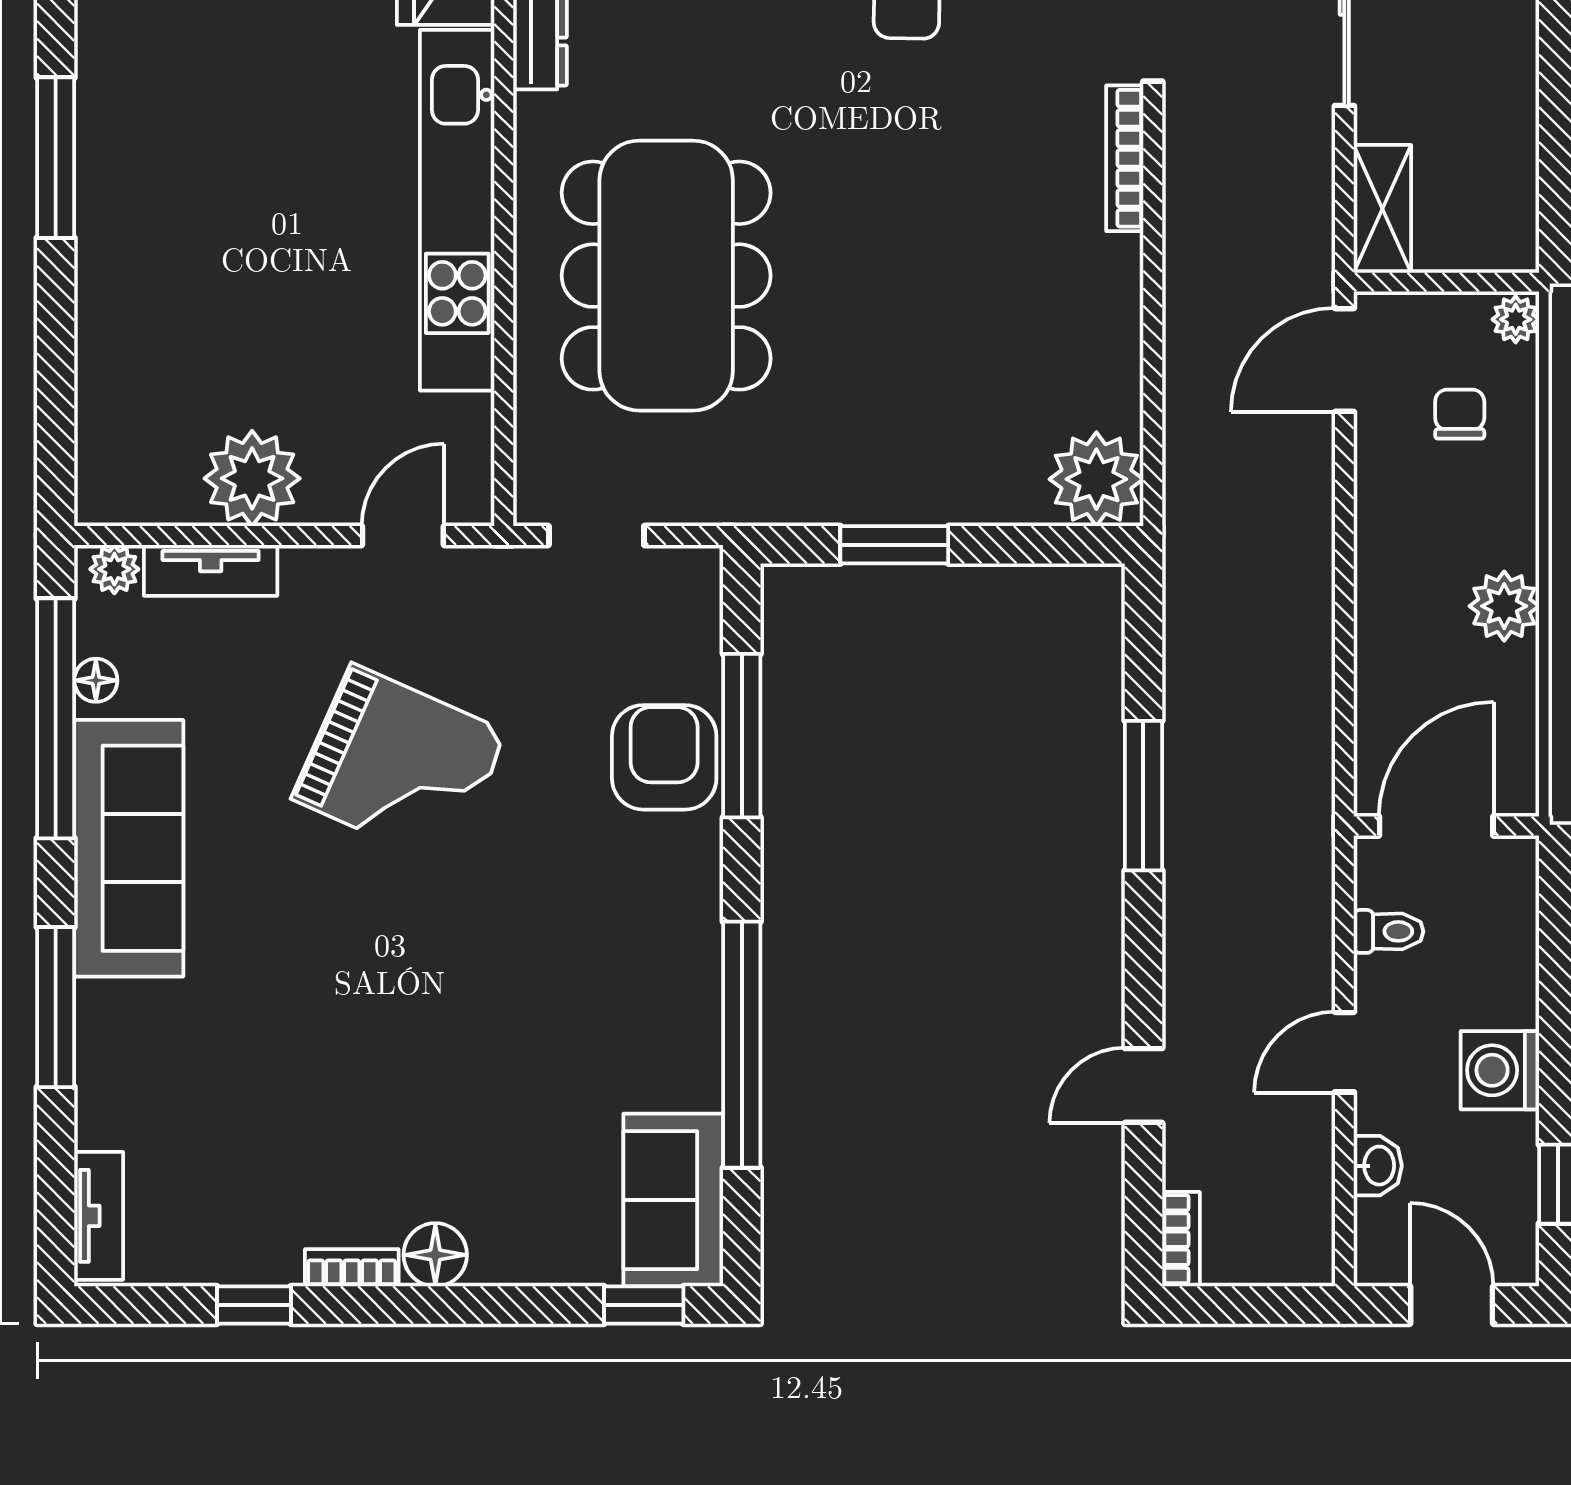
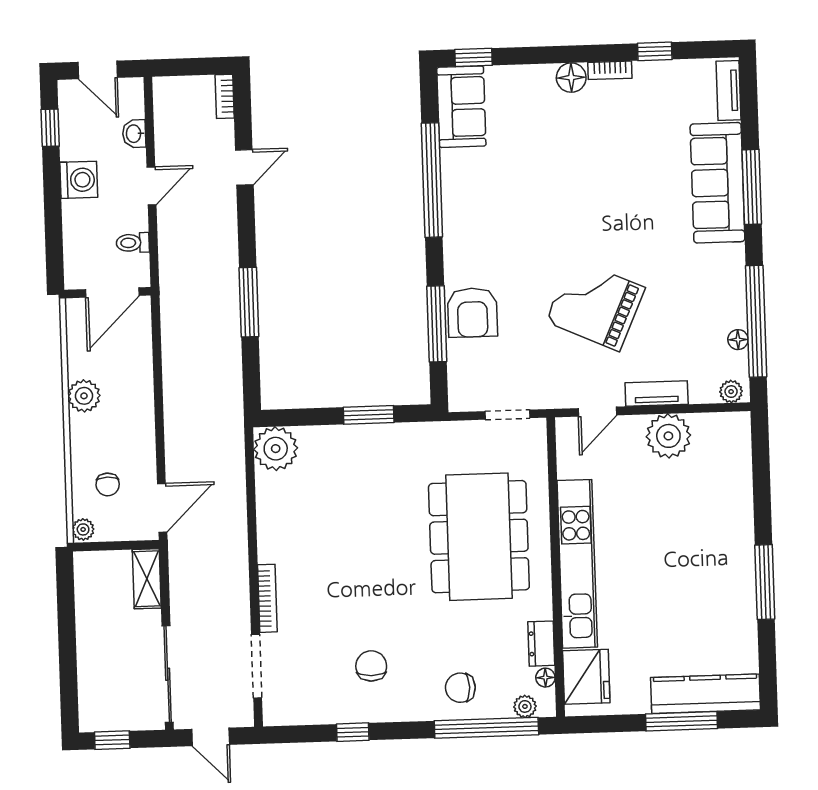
tv unit: (211, 570) -> (657, 394), moved
sofa: (129, 848) -> (717, 183), moved

